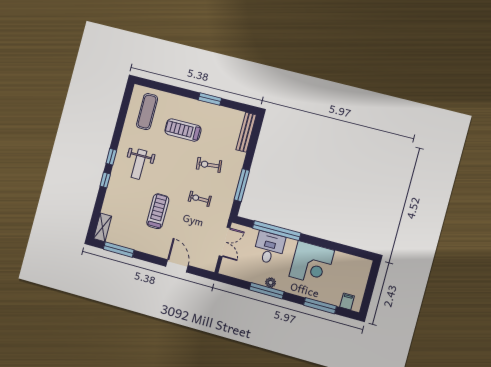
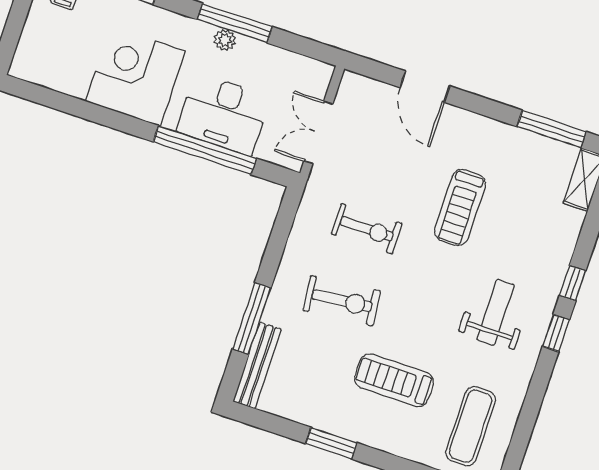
treadmill: (183, 130) -> (394, 380), turned 180
exercise bike: (209, 165) -> (342, 301), width x1.38, depth x1.39
window: (242, 185) -> (252, 319), moved
exercise bike: (200, 199) -> (367, 229), width x1.38, depth x1.39
desk: (269, 248) -> (223, 114), width x1.37

